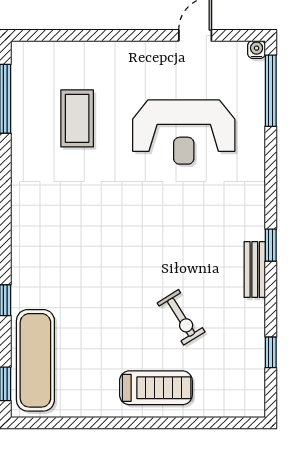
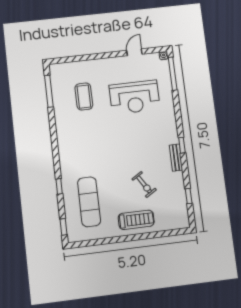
exercise mat: (35, 360) -> (89, 202), moved

